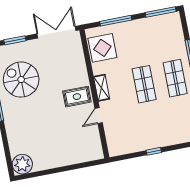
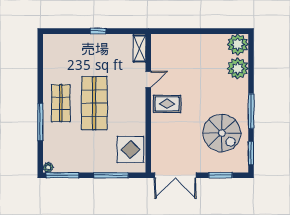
plant: (175, 17) -> (48, 167), added
shop shelf: (144, 84) -> (94, 103), width x1.43, depth x1.36
shelving: (102, 88) -> (140, 48), moved
plant: (18, 142) -> (238, 68), added

